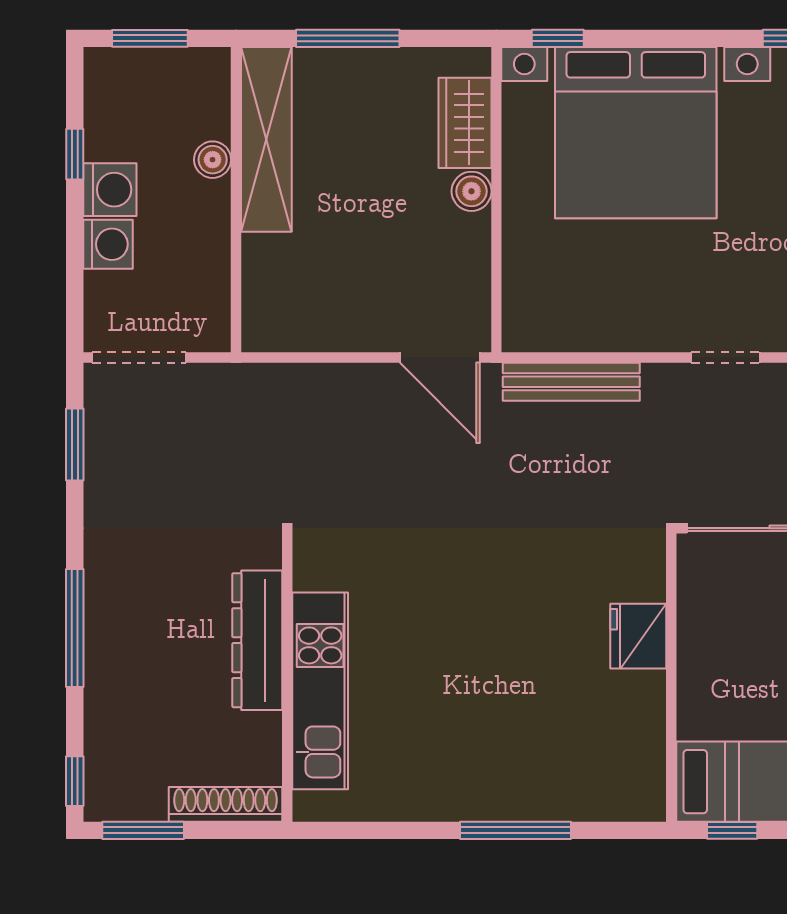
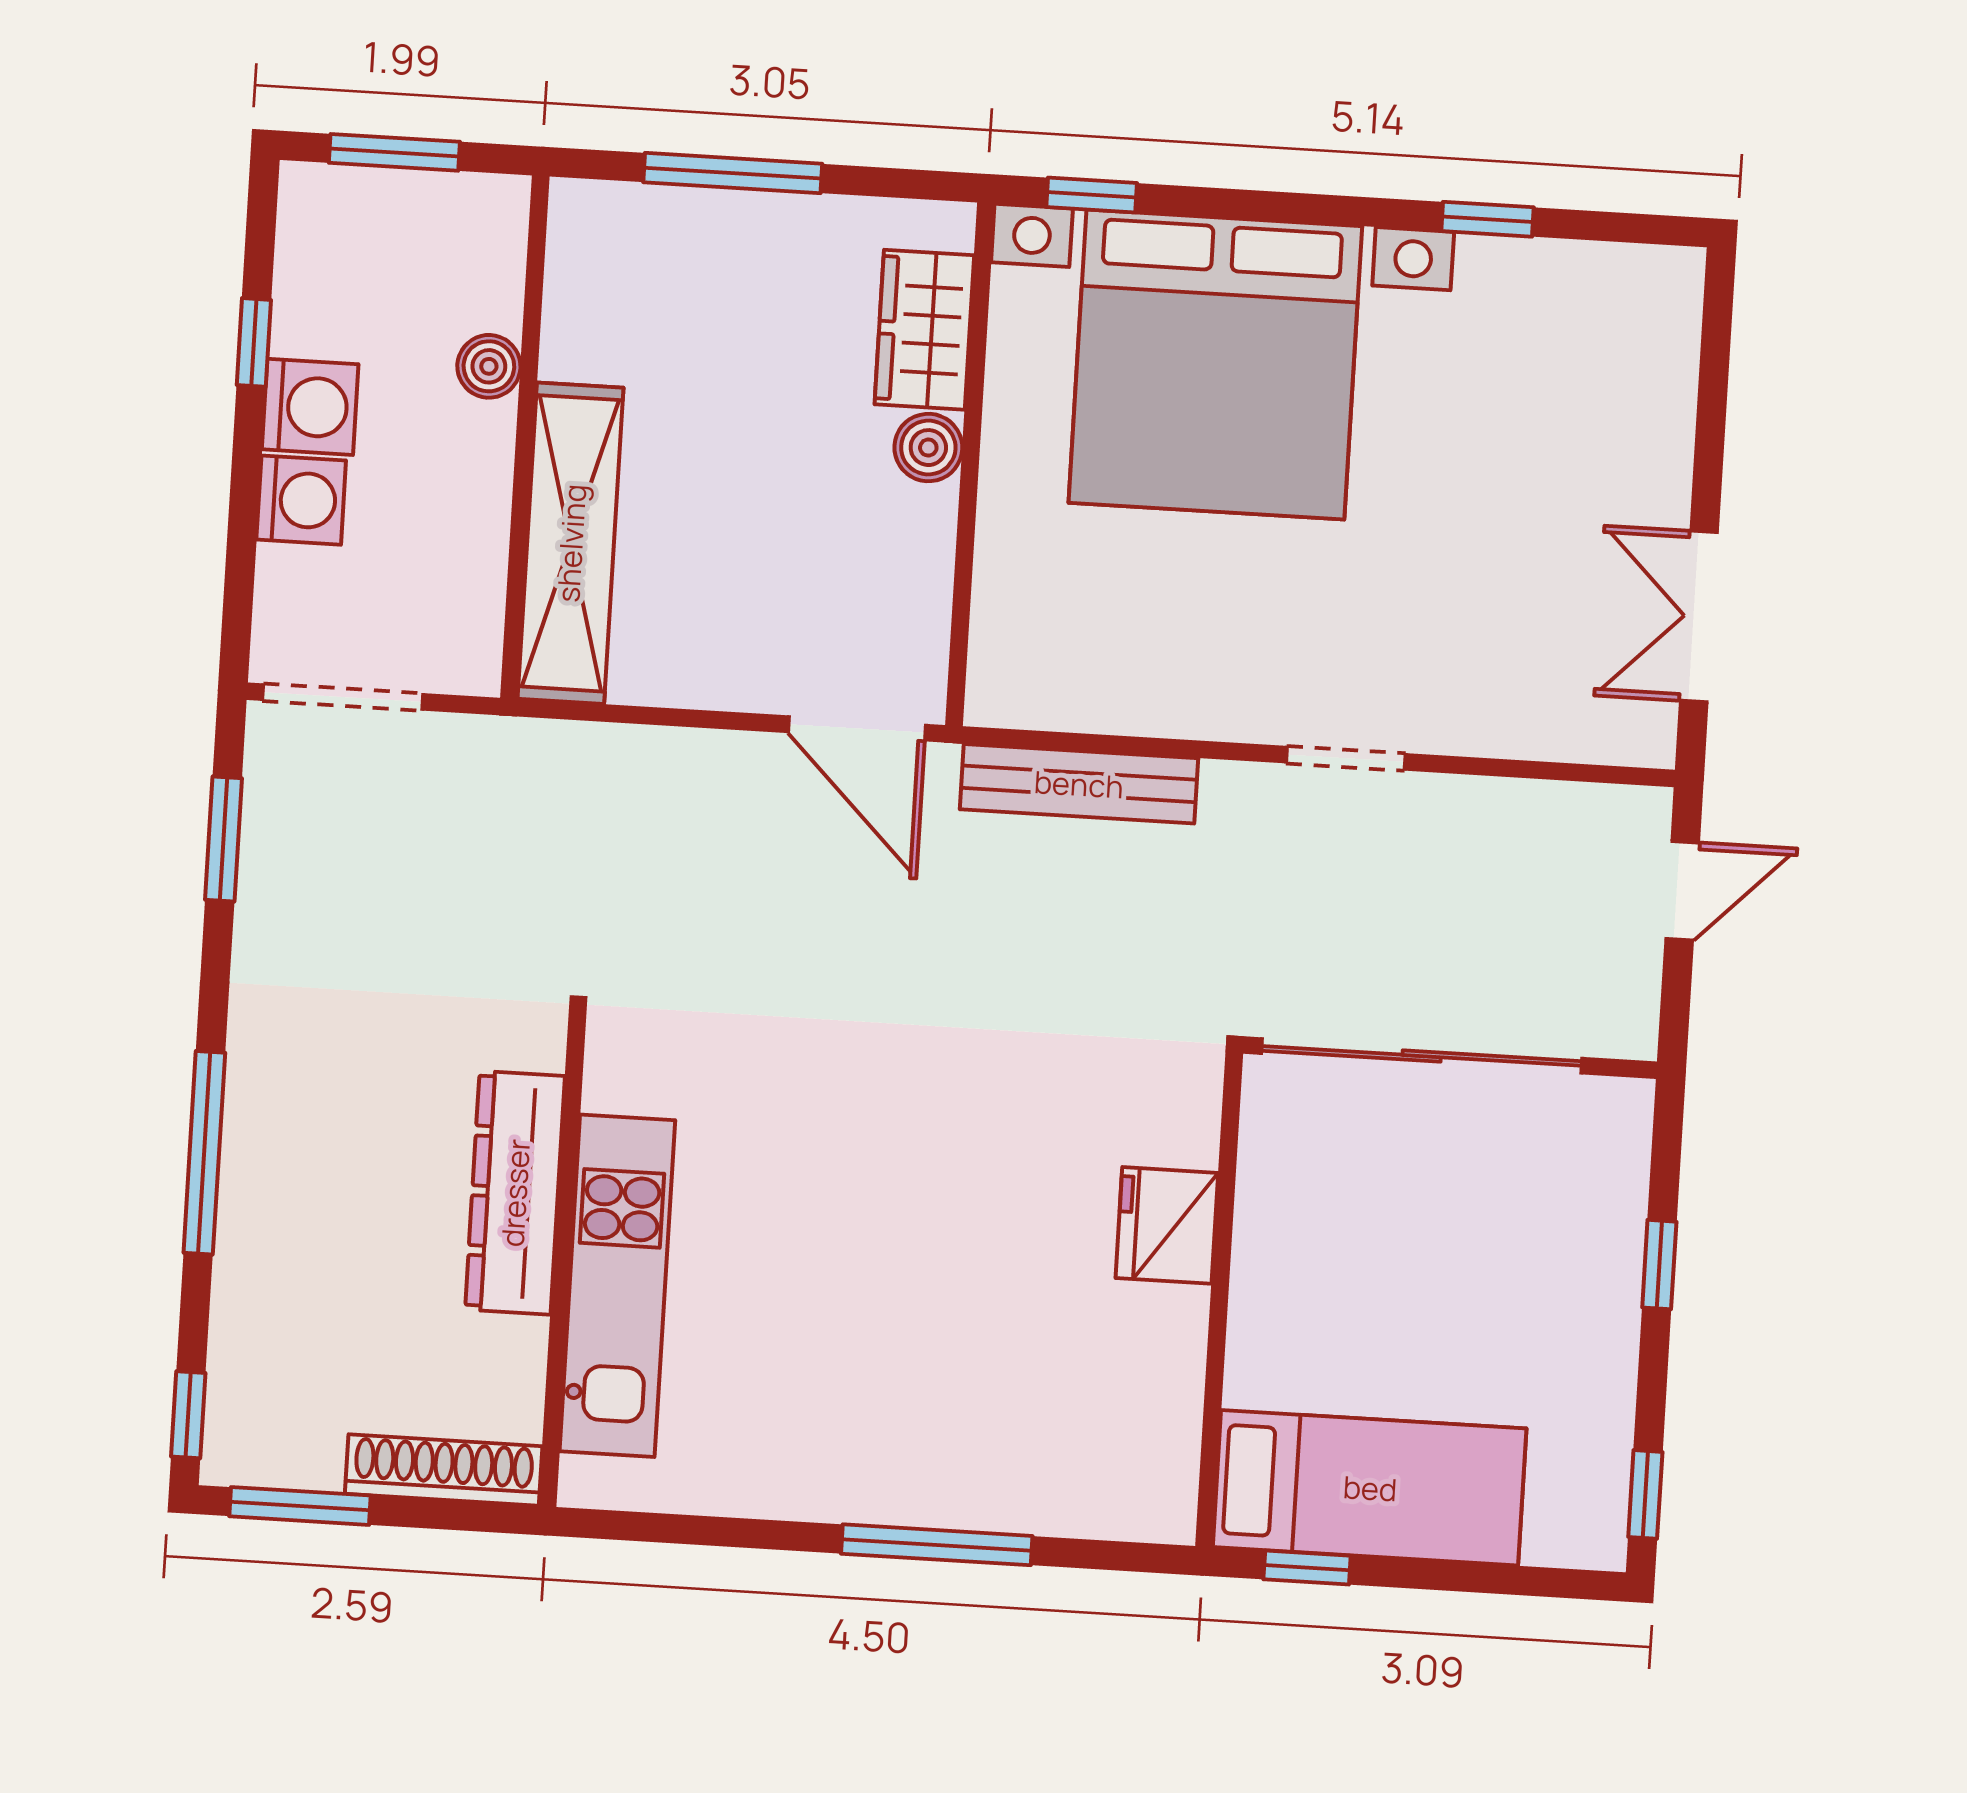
shelving: (266, 139) -> (571, 543), moved

